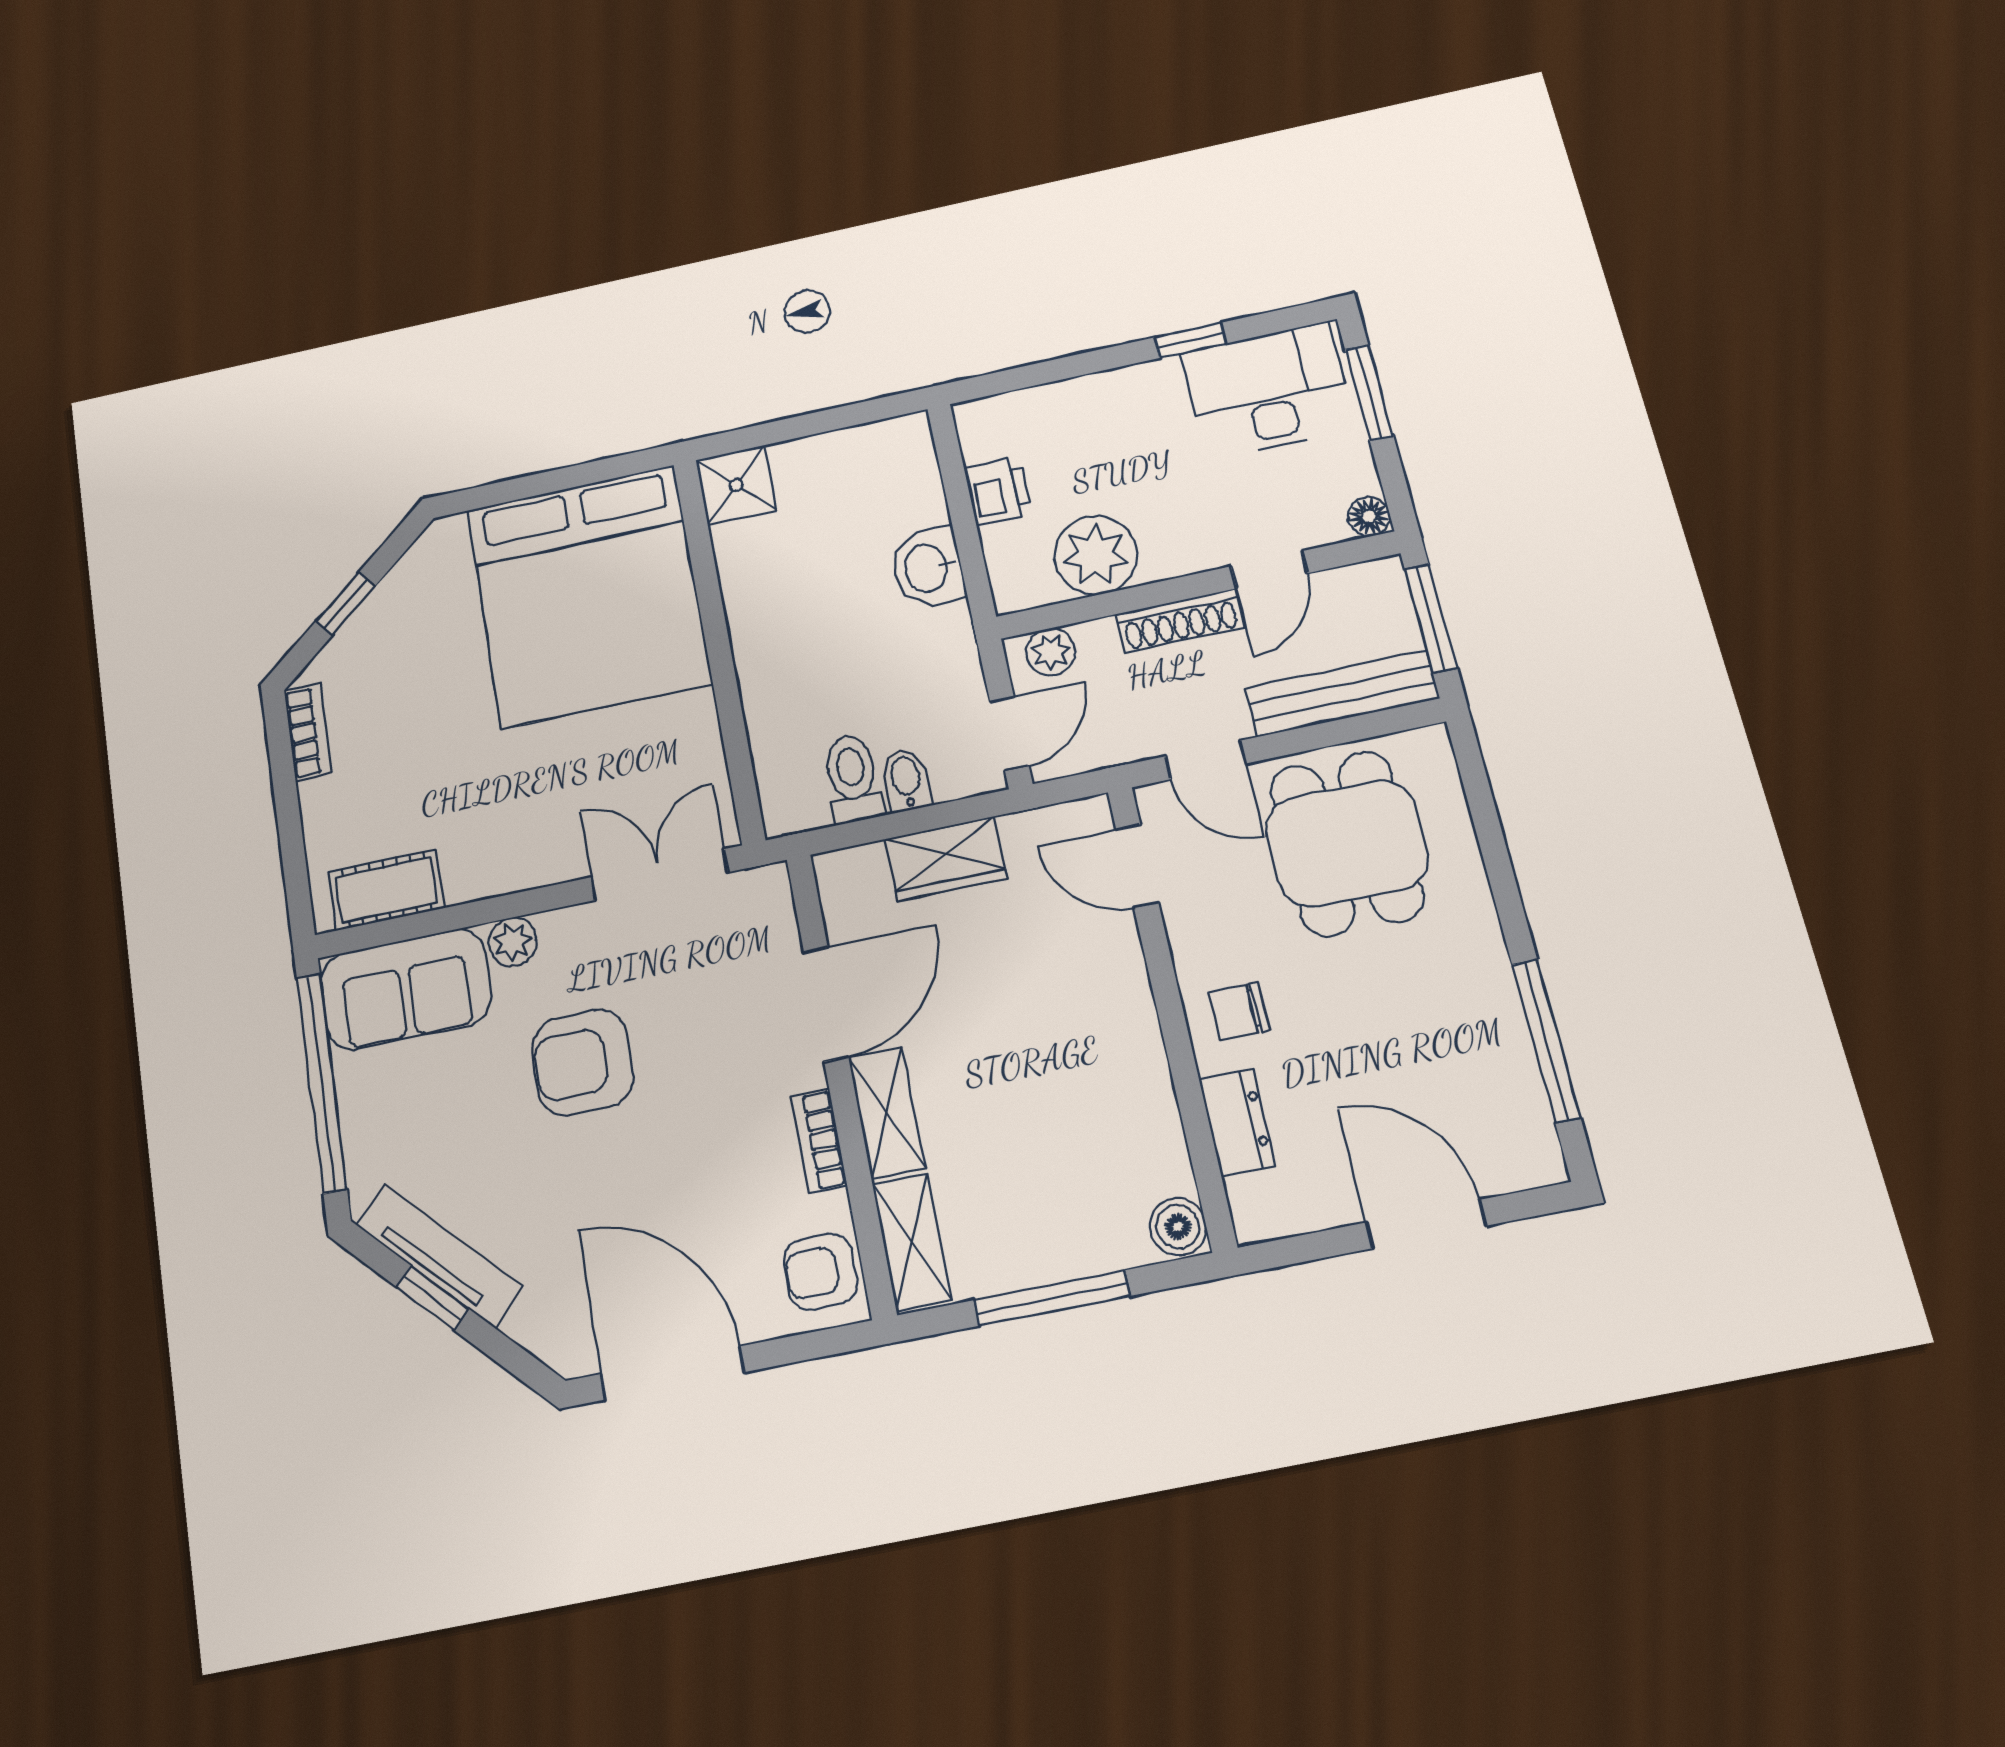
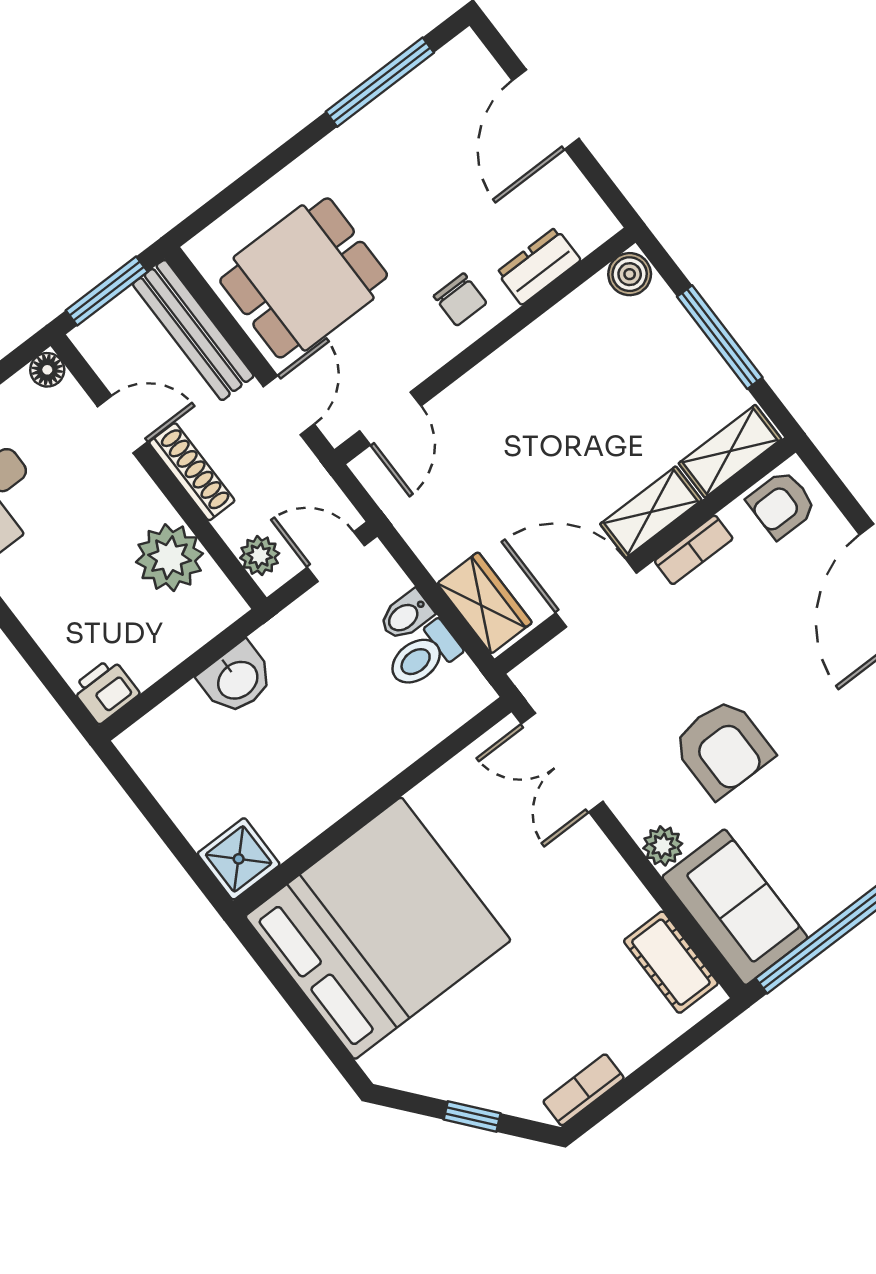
printer: (998, 491) -> (105, 691), moved
wardrobe: (946, 859) -> (485, 603), moved
armchair: (820, 1272) -> (782, 504), turned 90

